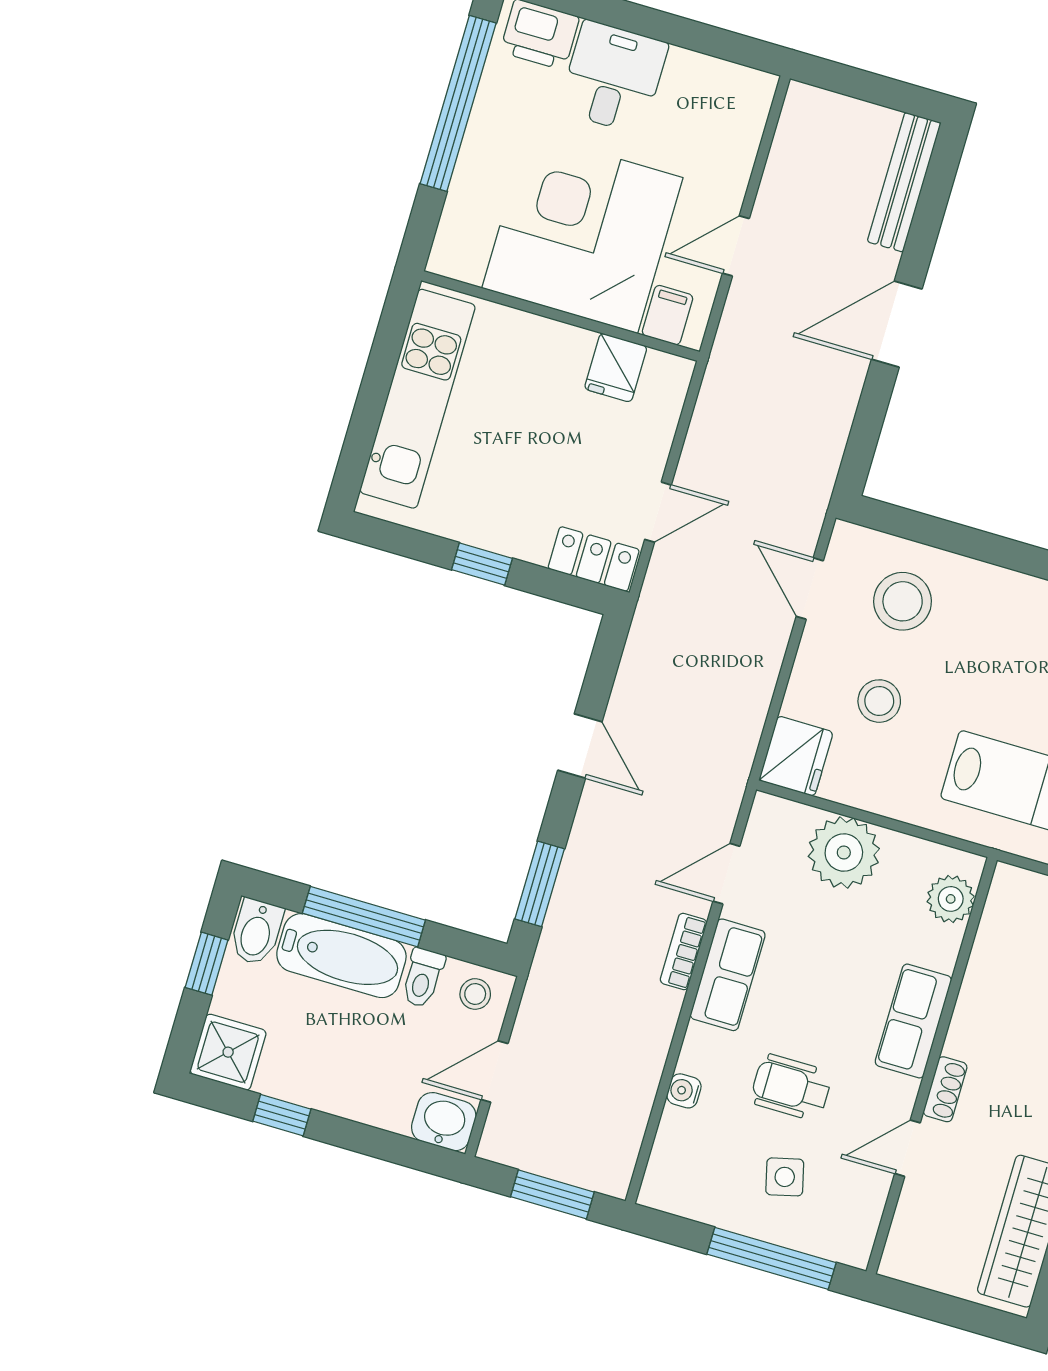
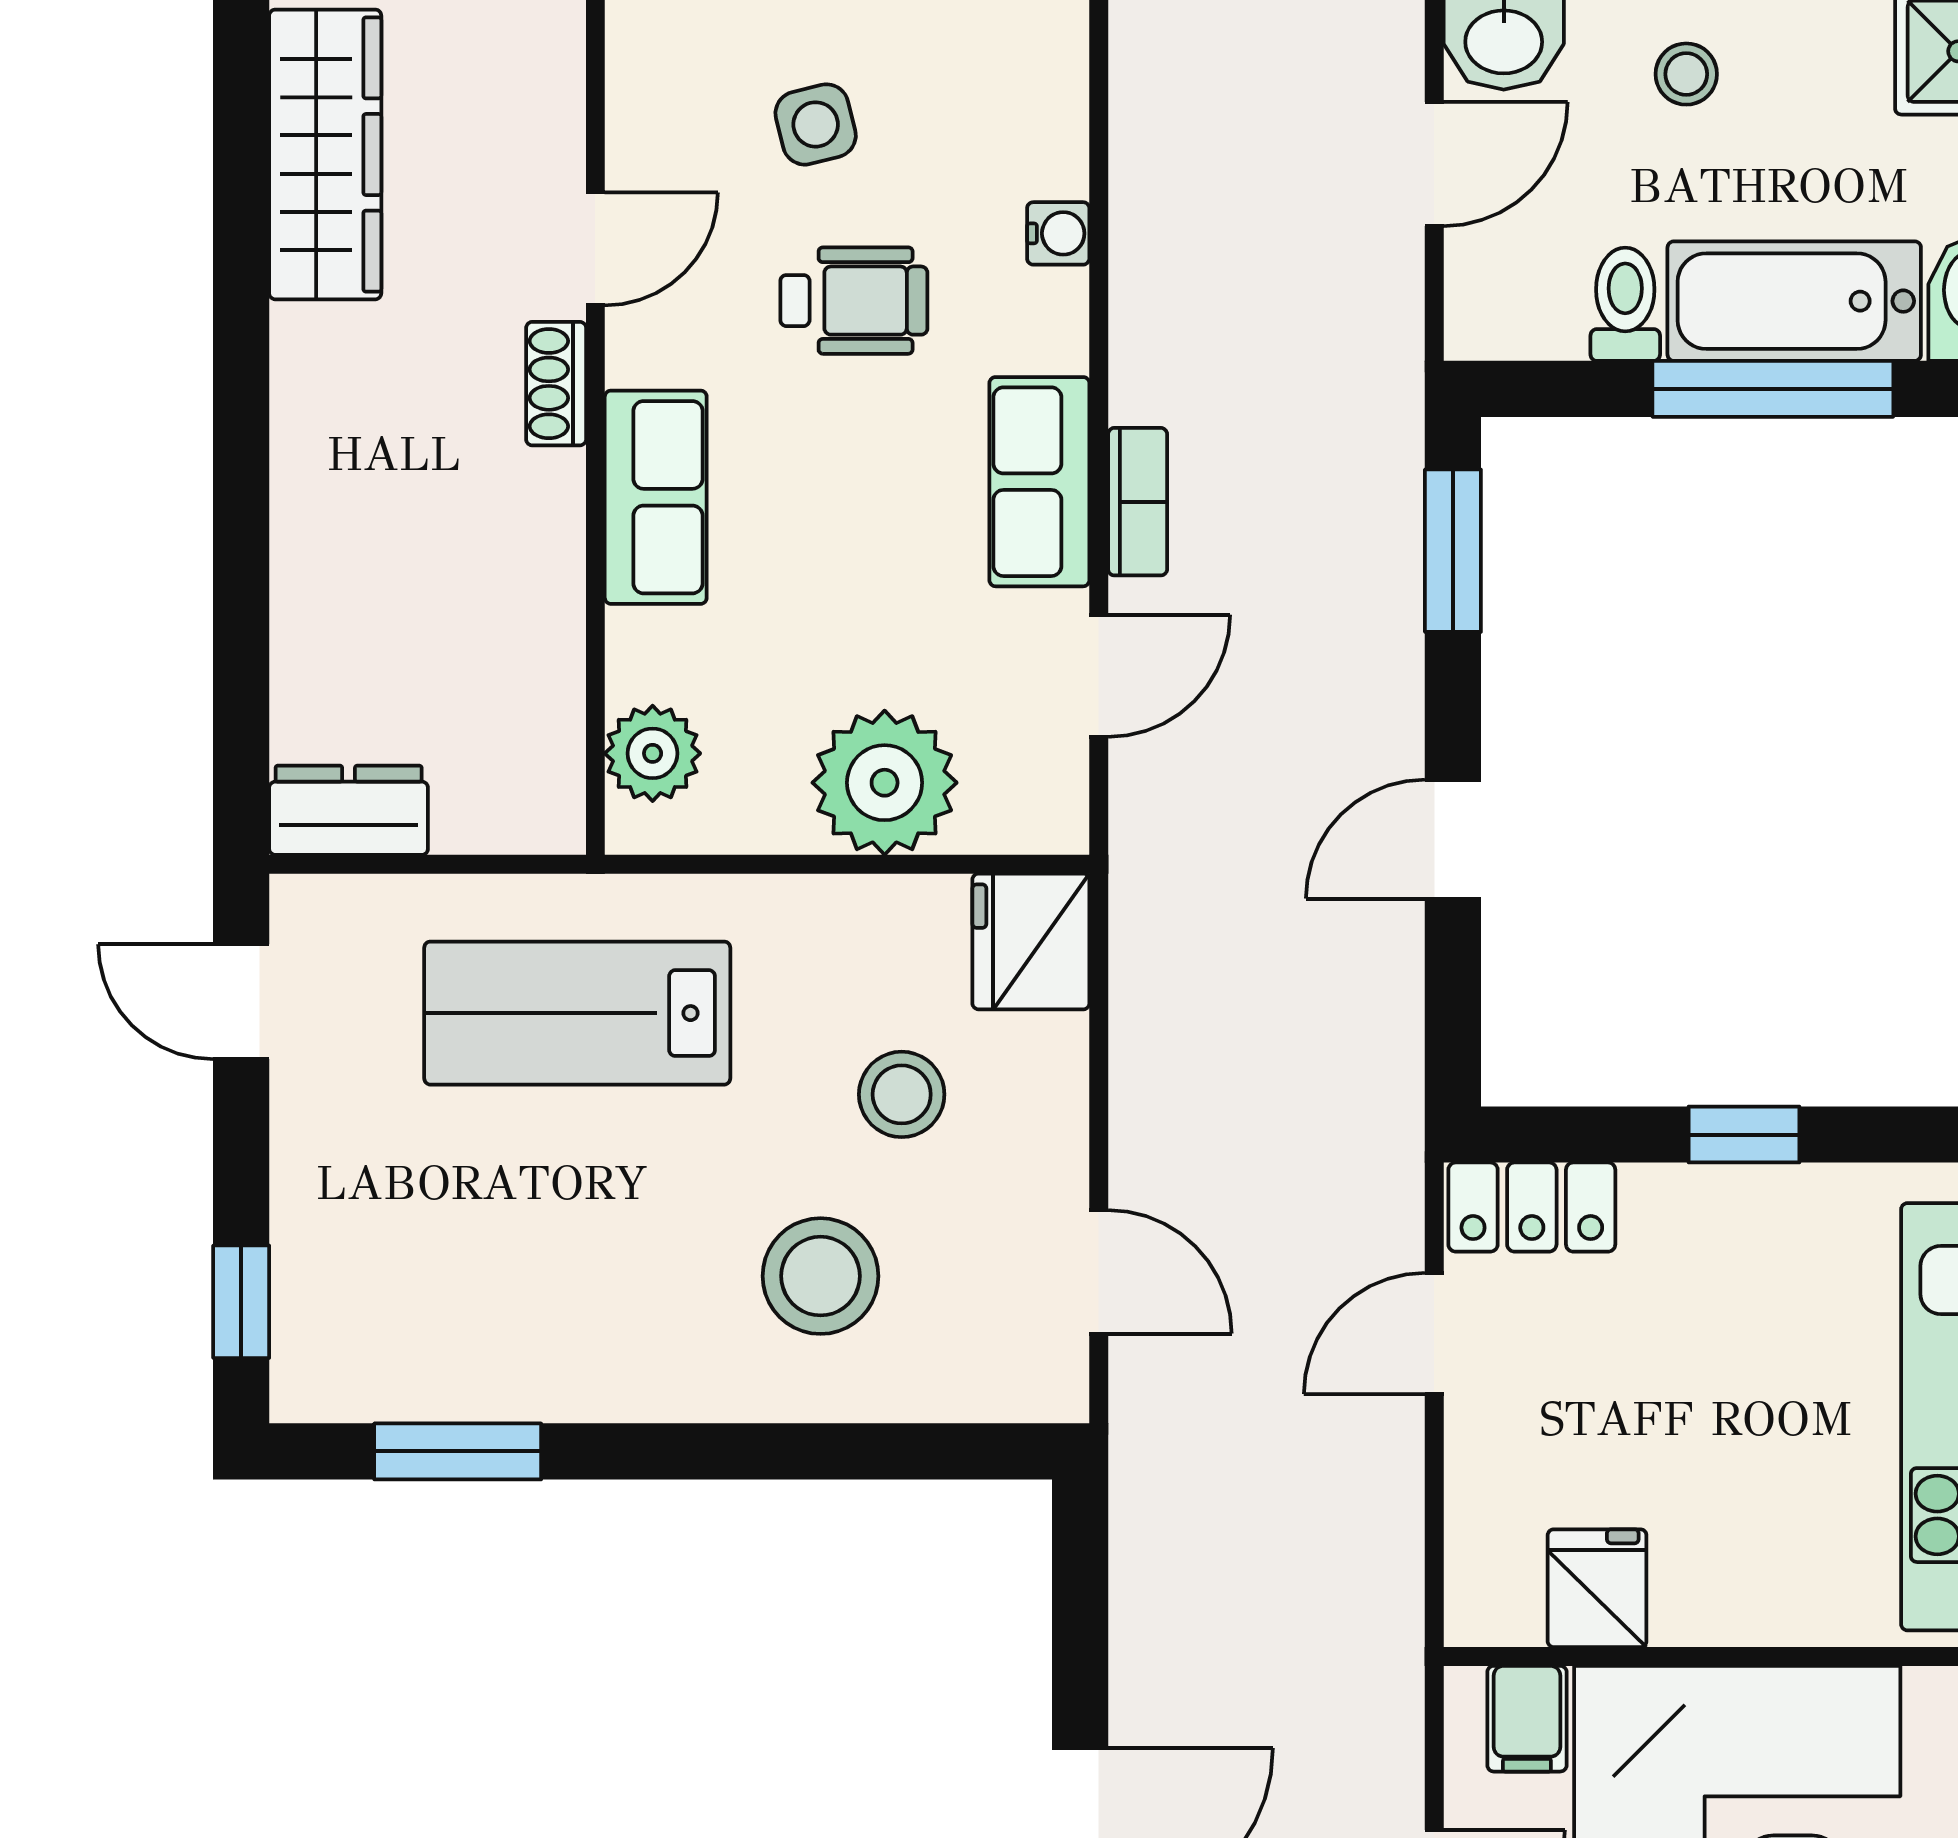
stool: (903, 601) -> (821, 1276), moved
door: (580, 746) -> (1453, 839), hinge flipped
stool: (475, 994) -> (1686, 74), moved

